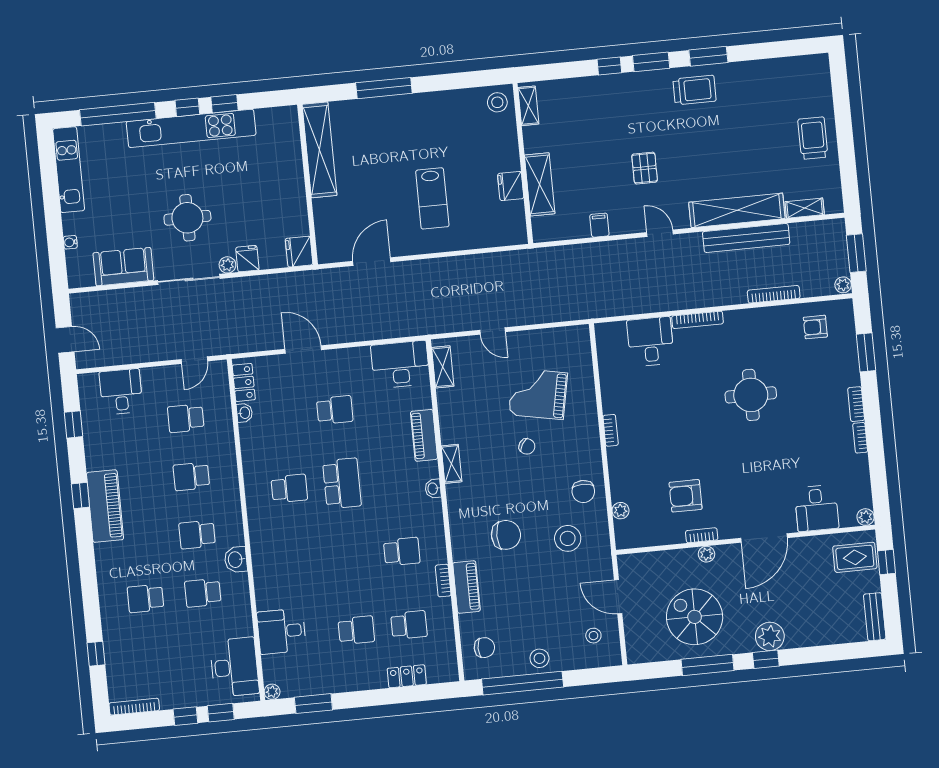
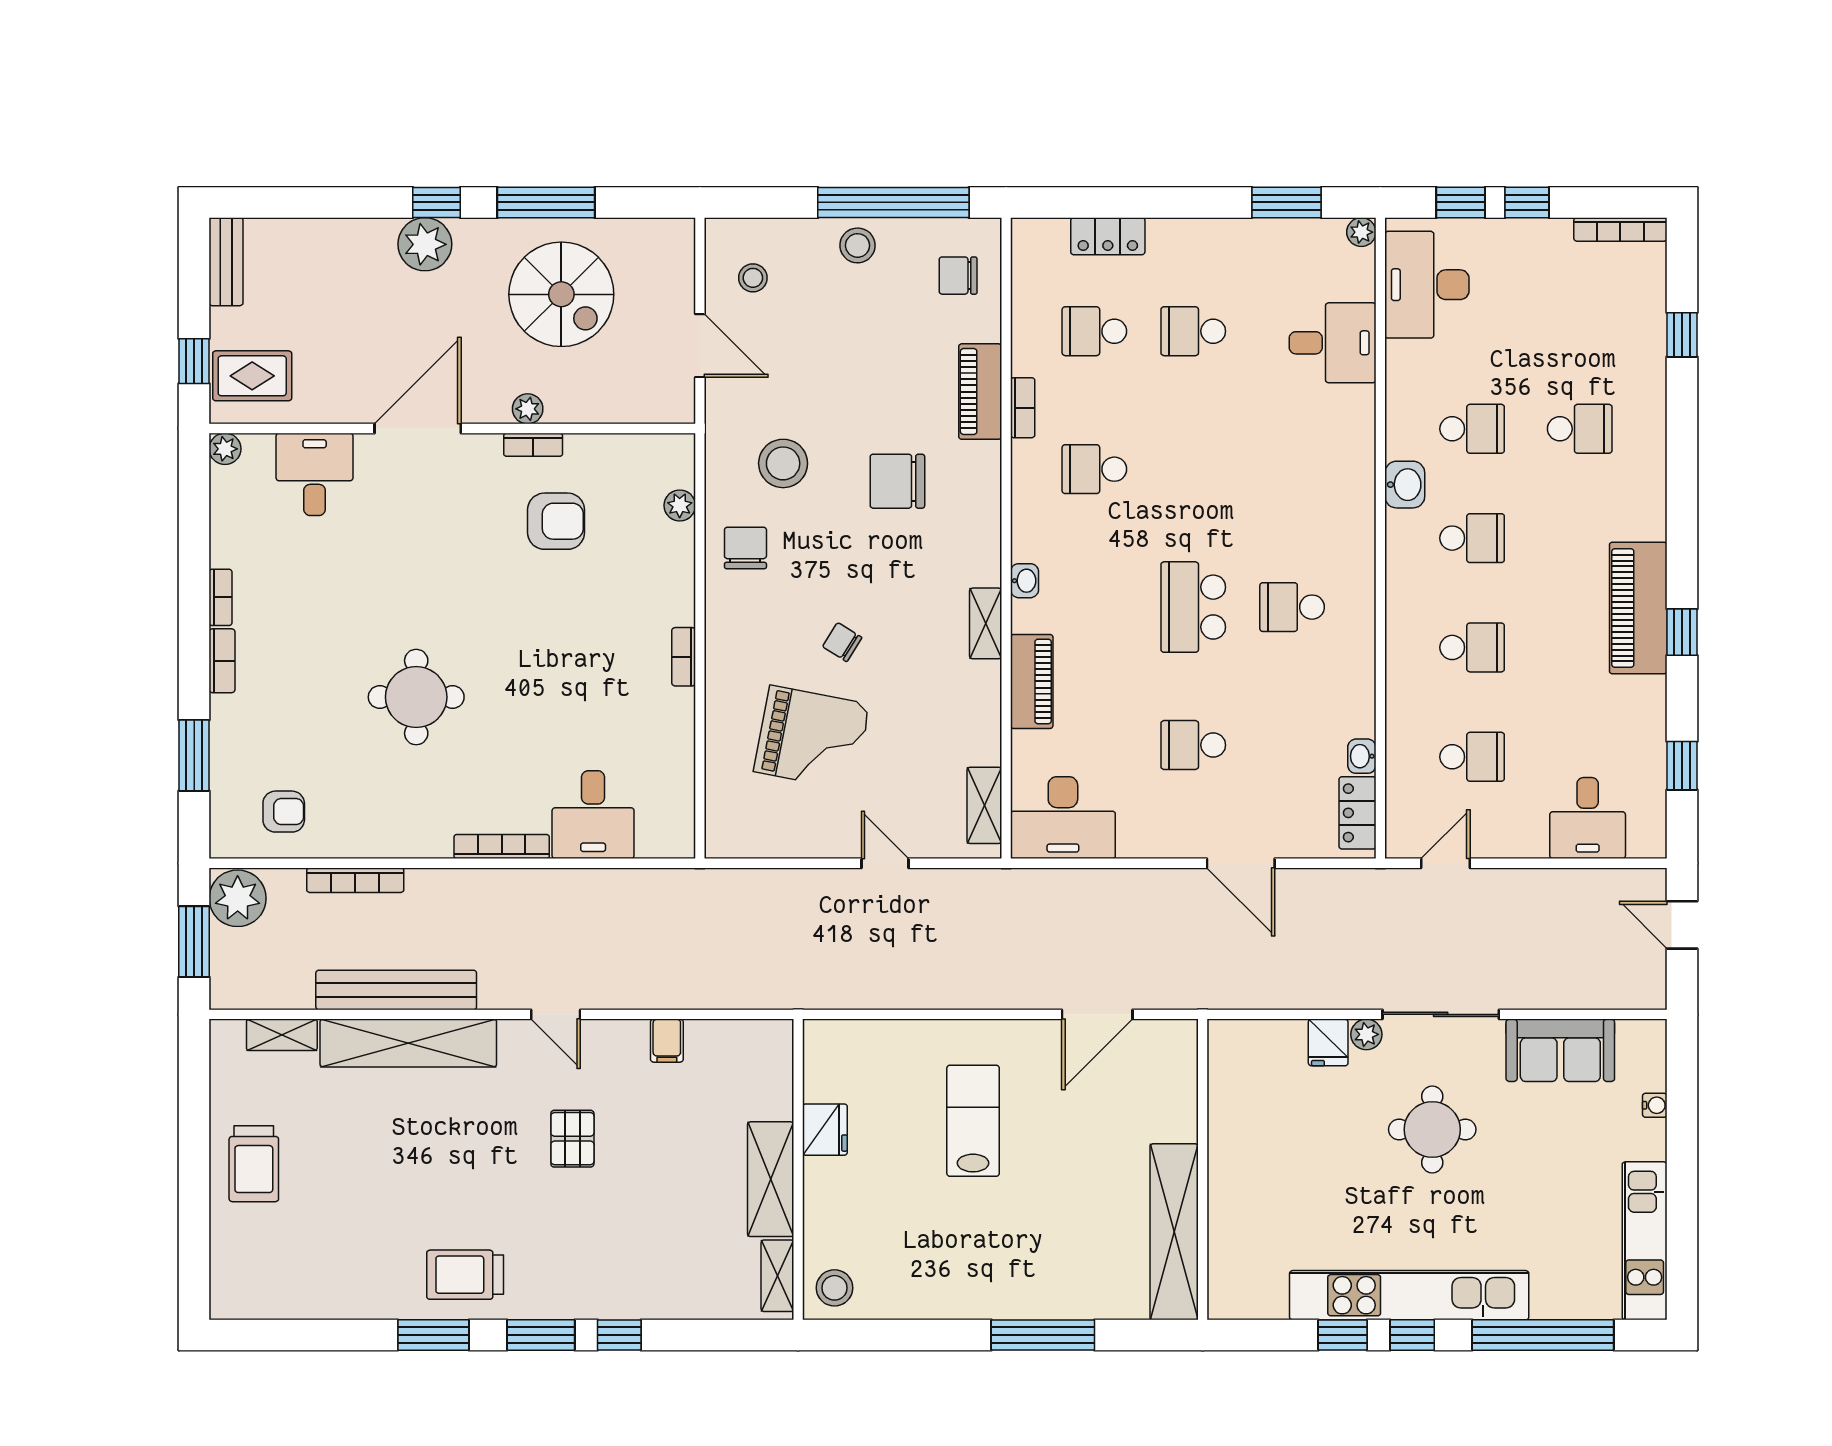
shelving: (540, 184) -> (771, 1179), moved
fridge: (299, 252) -> (1231, 1046), removed
plant: (843, 285) -> (238, 898), width x1.87, depth x1.87

